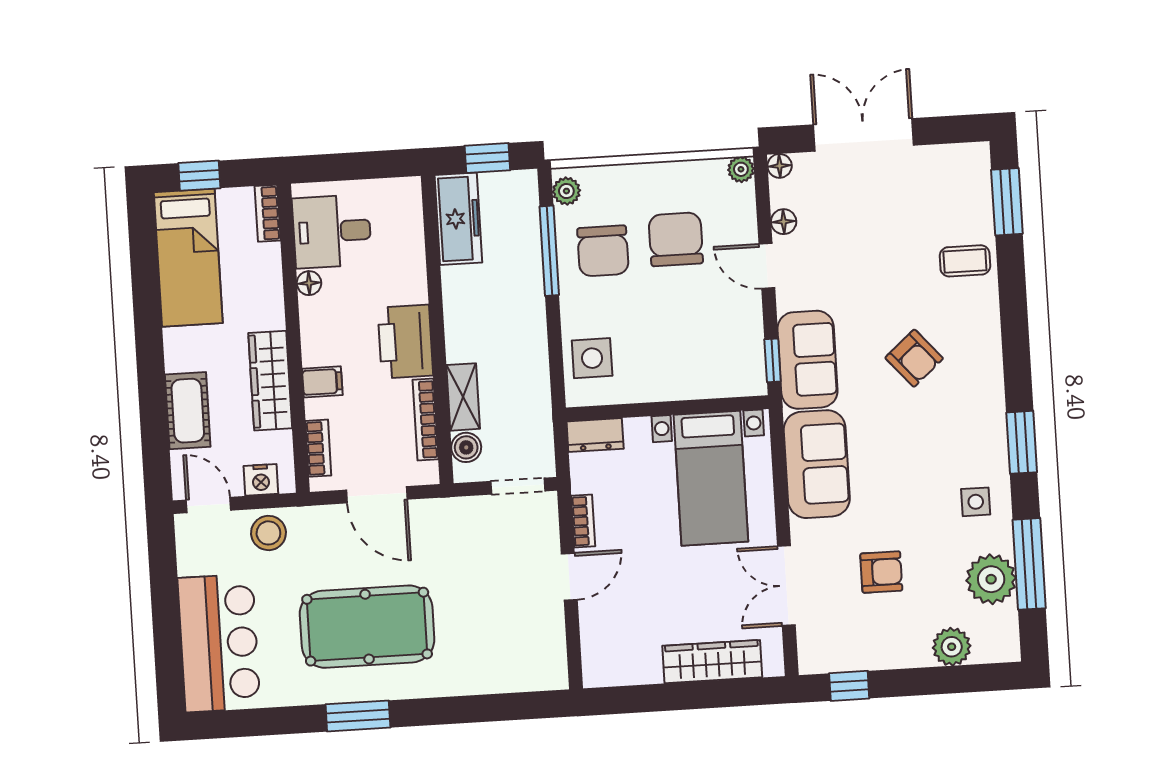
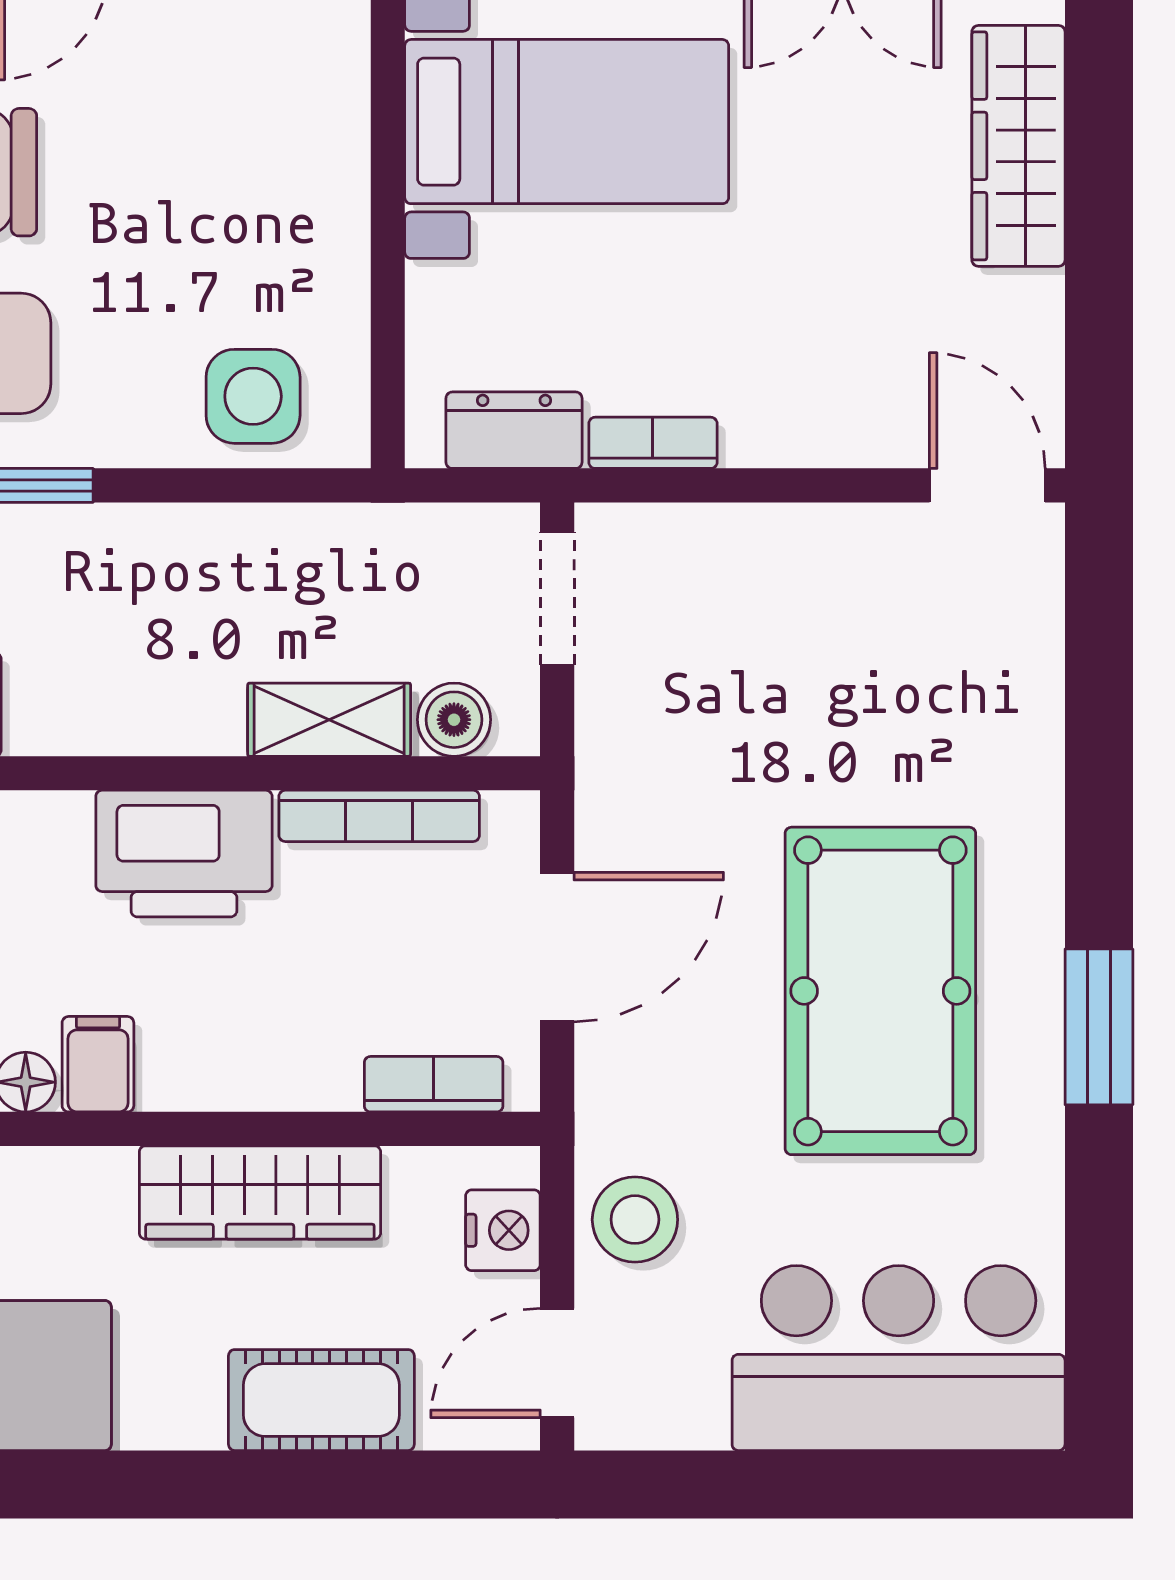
filing cabinet: (322, 382) -> (98, 1064), moved
dresser: (595, 435) -> (514, 430), moved, turned -90
door: (569, 577) -> (987, 485), moved

